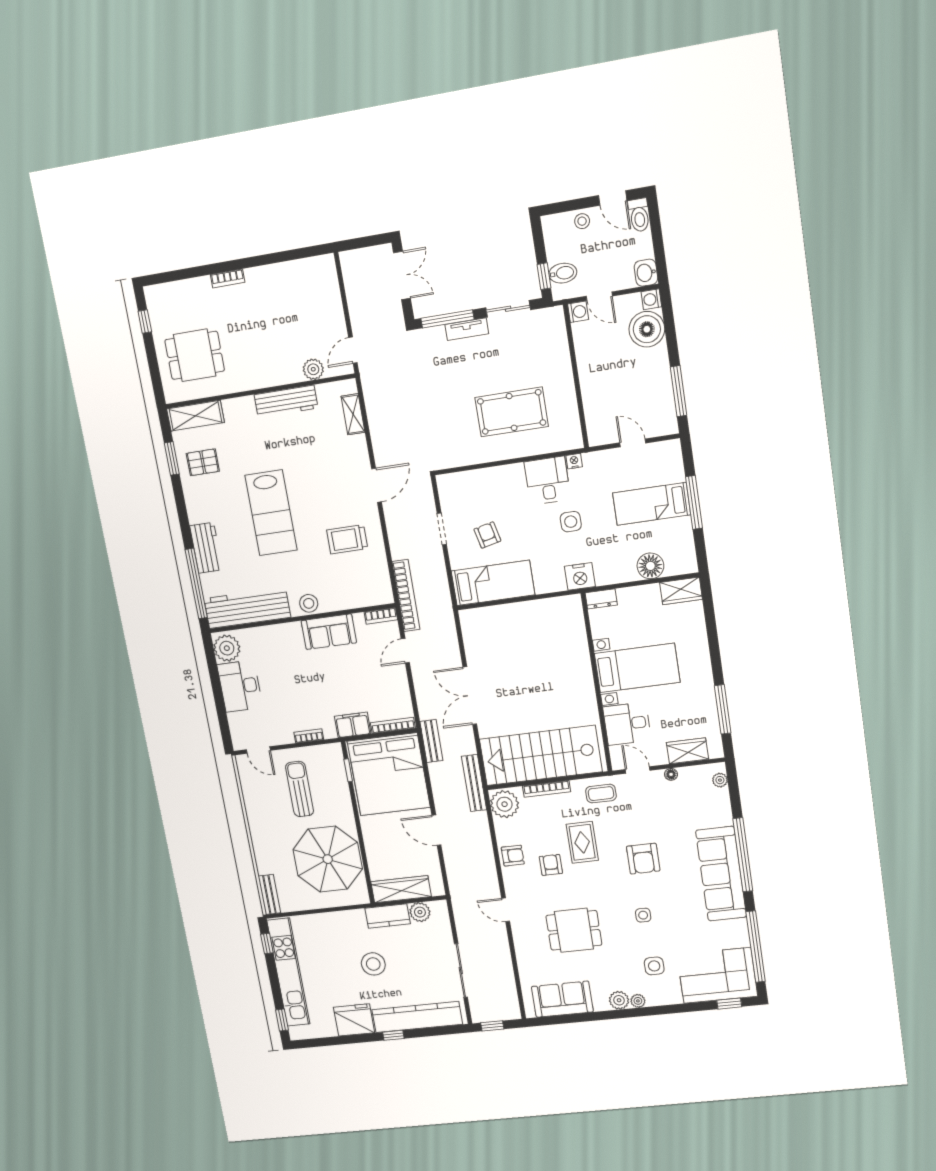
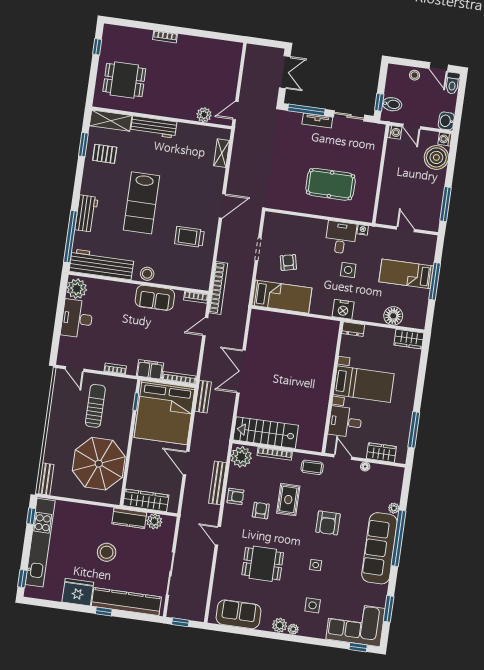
workbench: (286, 401) -> (154, 127), moved
stairs: (541, 755) -> (266, 433), width x0.73, depth x0.66
plant: (720, 780) -> (394, 508), moved
bench: (474, 783) -> (218, 483), moved
window: (756, 947) -> (389, 609), width x0.47

